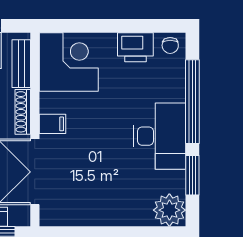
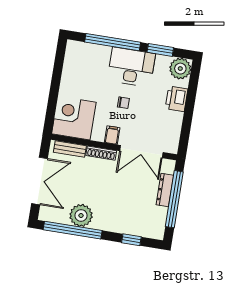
chair: (170, 45) -> (123, 103), moved
printer: (135, 47) -> (176, 99), moved, turned 180

